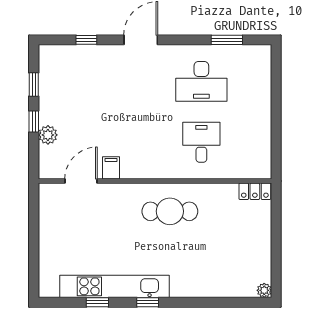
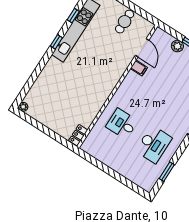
desk: (201, 81) -> (154, 144), turned 180
desk: (201, 142) -> (122, 124), turned 180
cafe table: (170, 211) -> (125, 22), moved, width x0.73, depth x0.74

